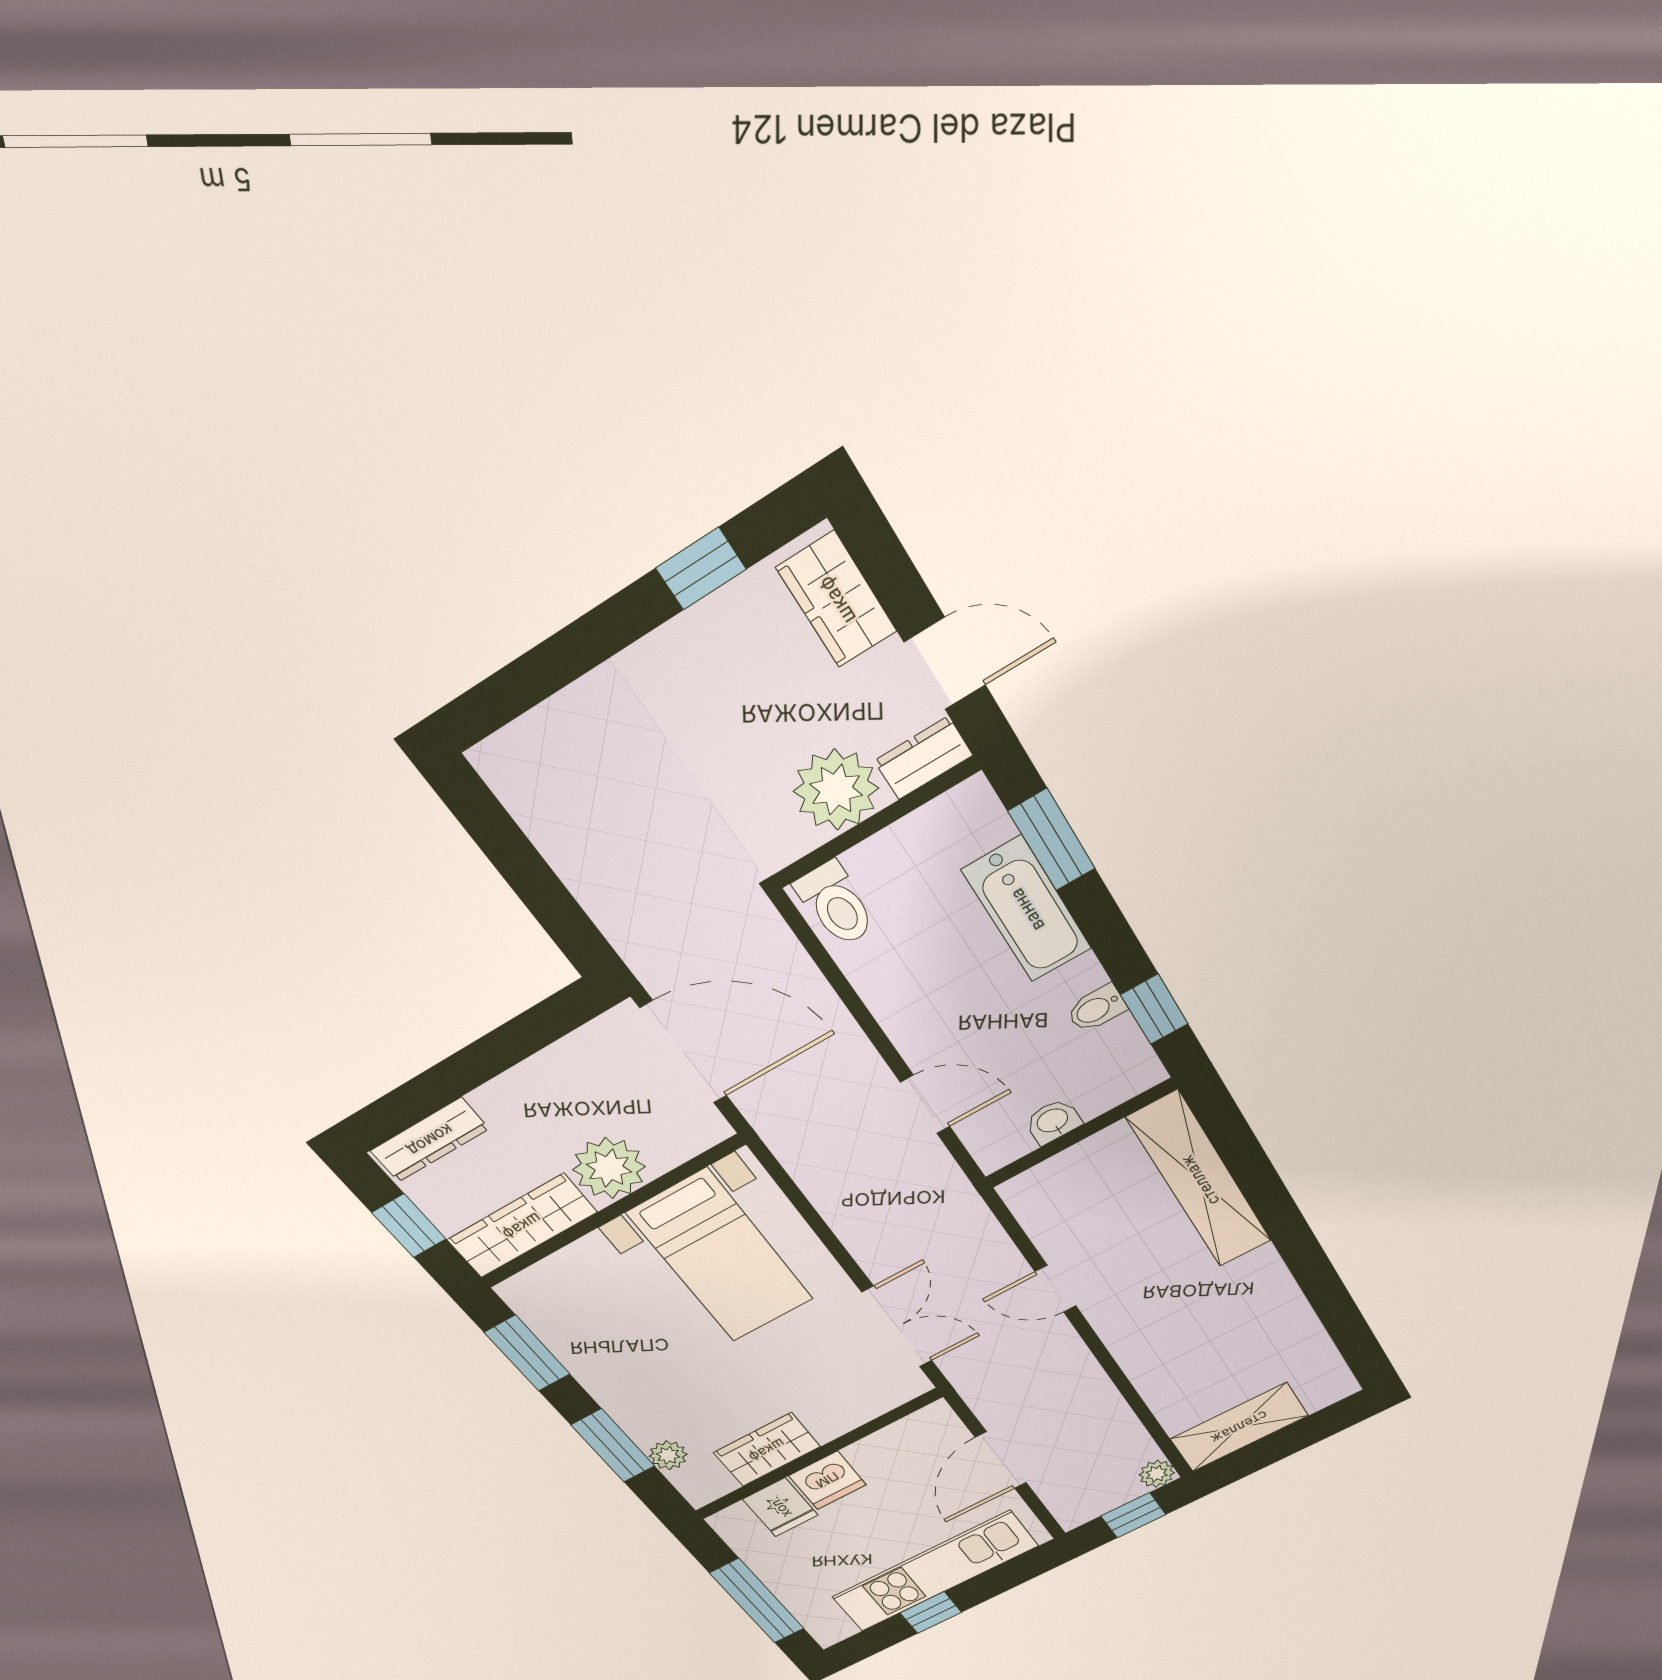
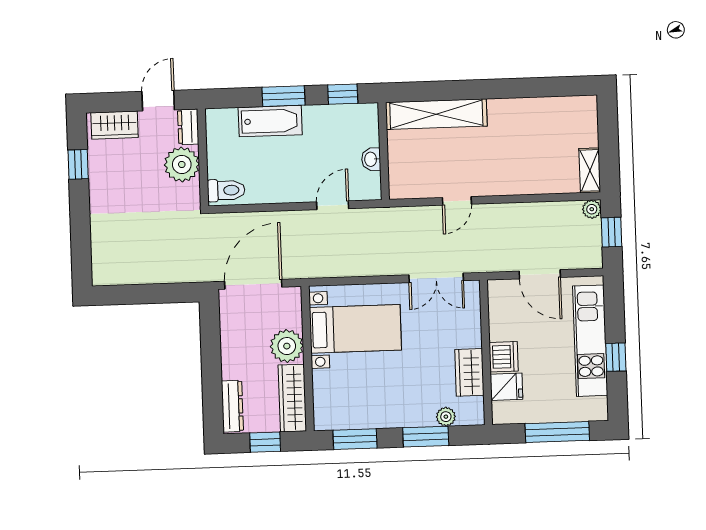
window: (1052, 840) -> (283, 96), moved
bidet: (1096, 1009) -> (329, 116), removed
double door: (897, 1327) -> (436, 278), swing flipped
shelving: (1239, 1427) -> (590, 170), width x0.67, depth x0.75

